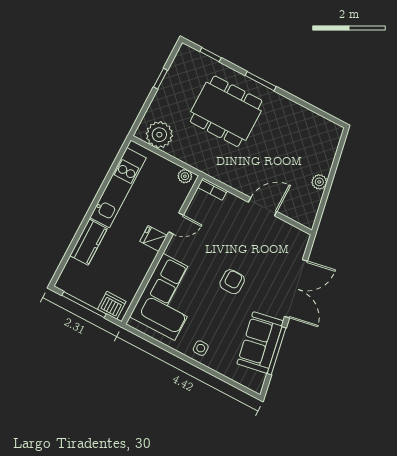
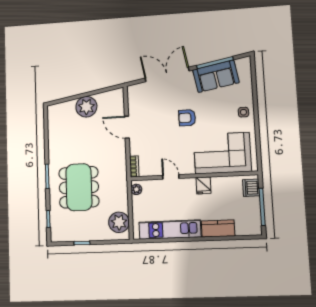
plant: (319, 182) -> (86, 107), width x1.88, depth x1.88
fridge: (154, 238) -> (203, 185), moved

